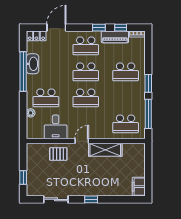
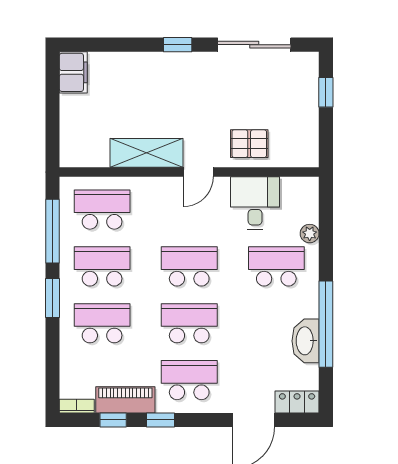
school desk: (126, 98) -> (102, 266), added
sliding door: (56, 199) -> (254, 45), width x1.37

